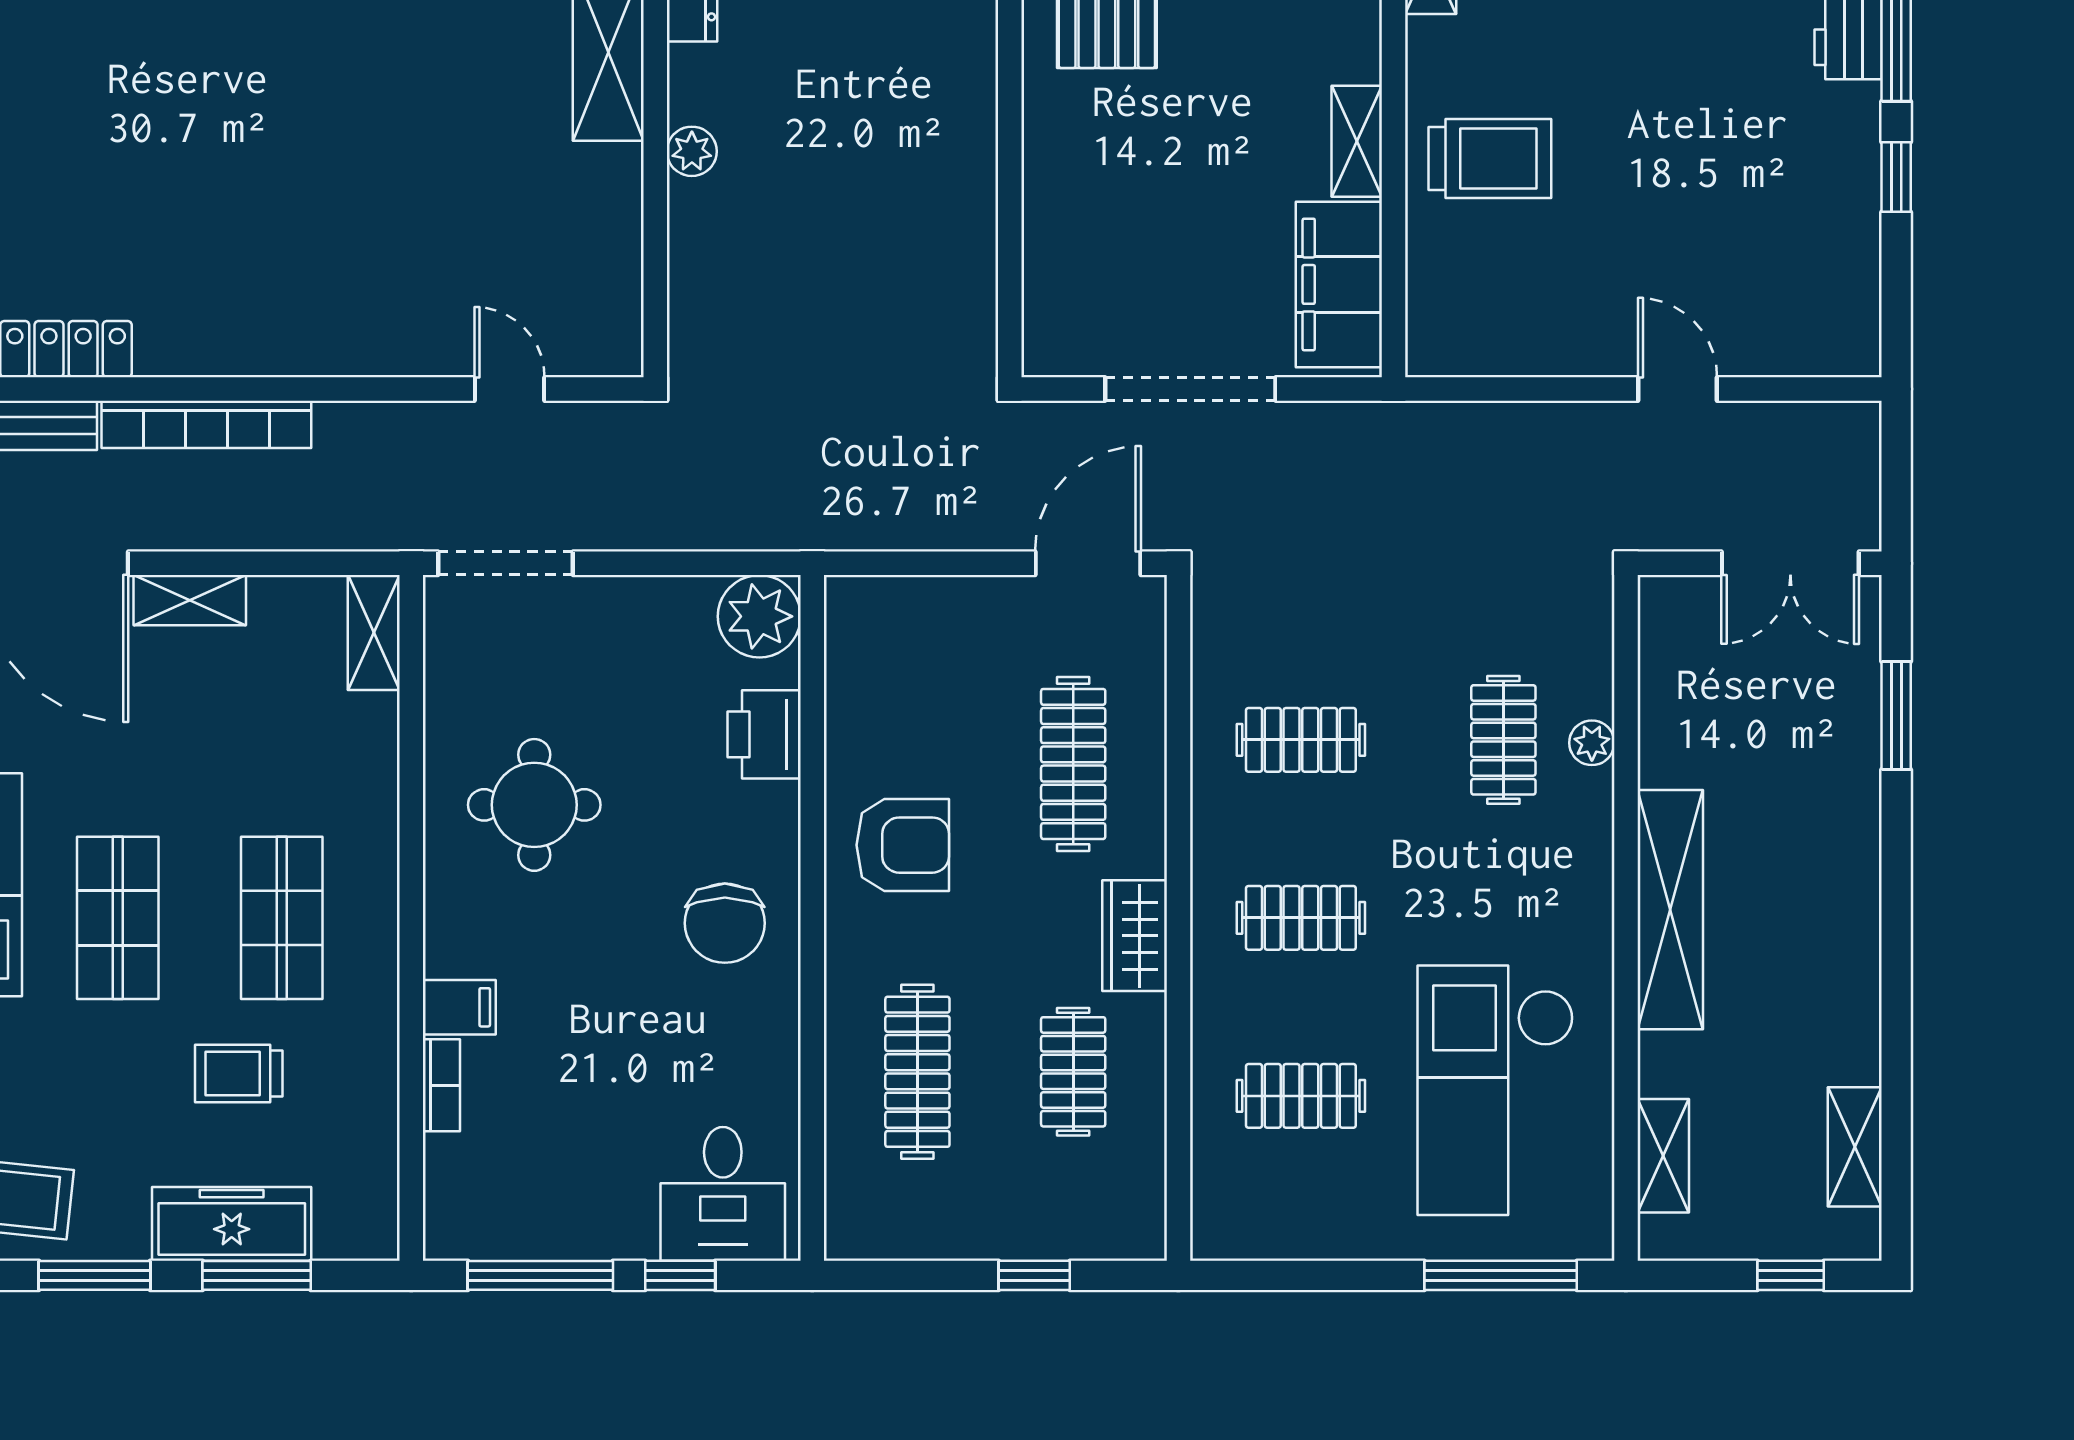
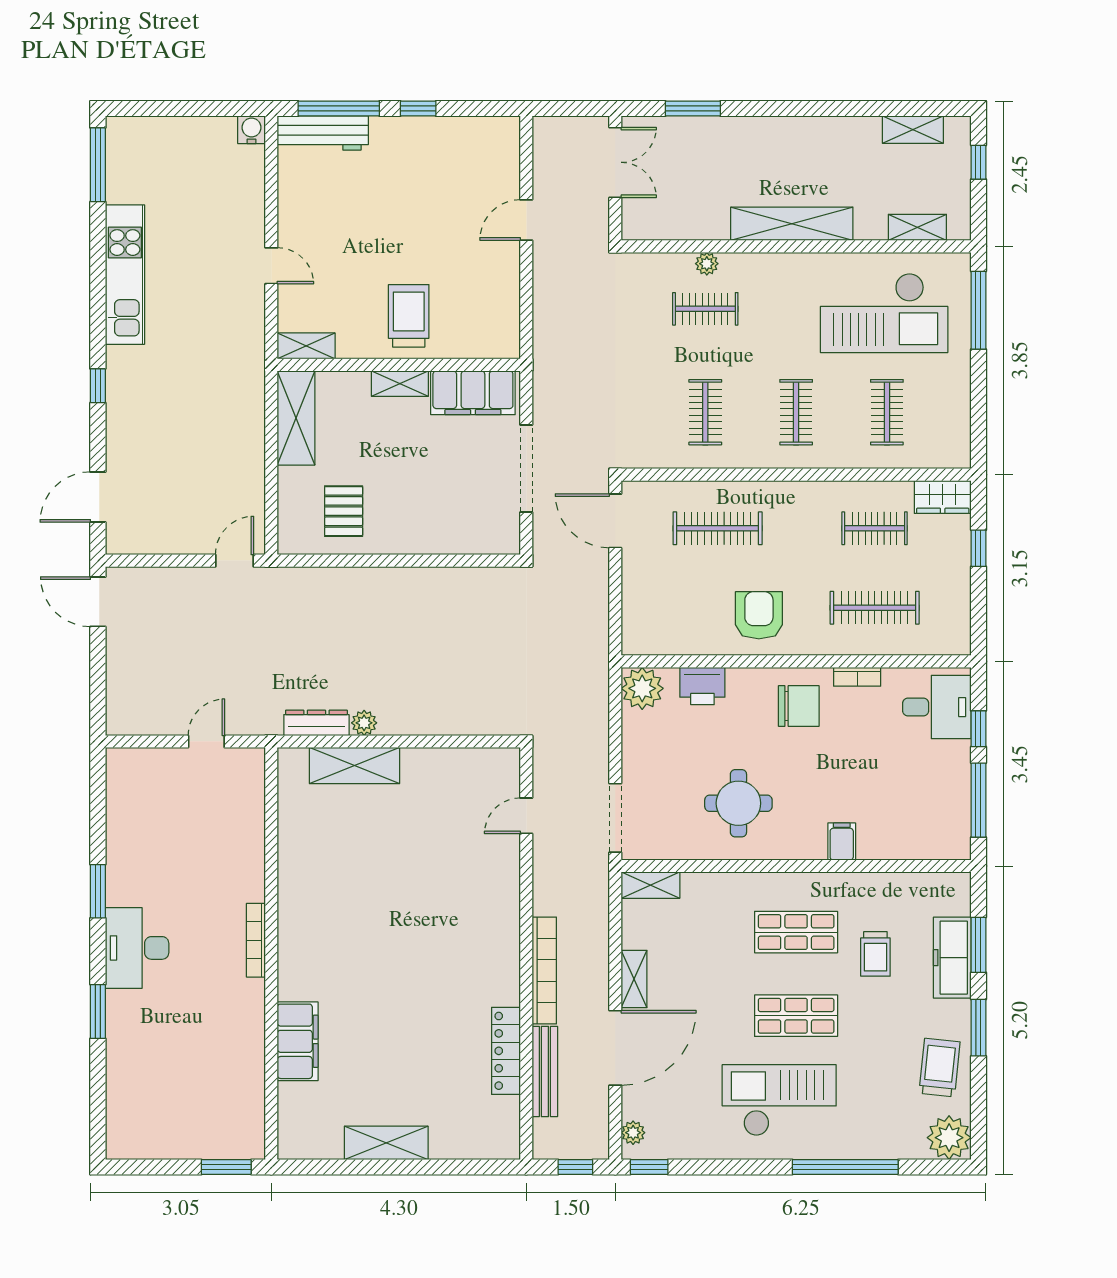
plant: (692, 151) -> (364, 723), moved
wardrobe: (1135, 936) -> (943, 497), moved
bookcase: (441, 1085) -> (857, 677), moved, turned 180

